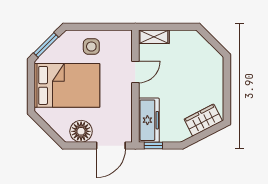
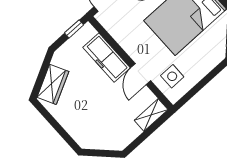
side table: (91, 47) -> (172, 76), moved
freezer: (149, 120) -> (107, 58), moved

